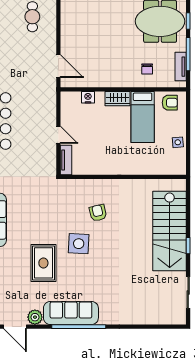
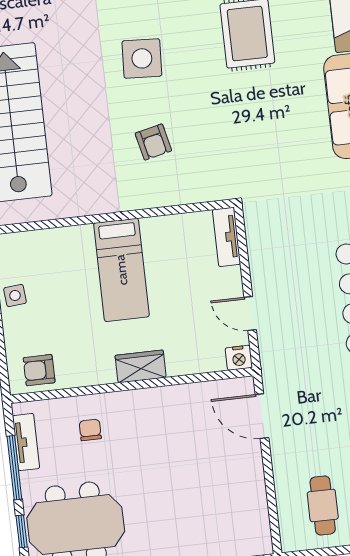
nightstand: (88, 97) -> (239, 358), moved
bed: (143, 117) -> (121, 270), moved, turned 180
door: (58, 135) -> (250, 313), moved
side table: (79, 244) -> (142, 58), moved

